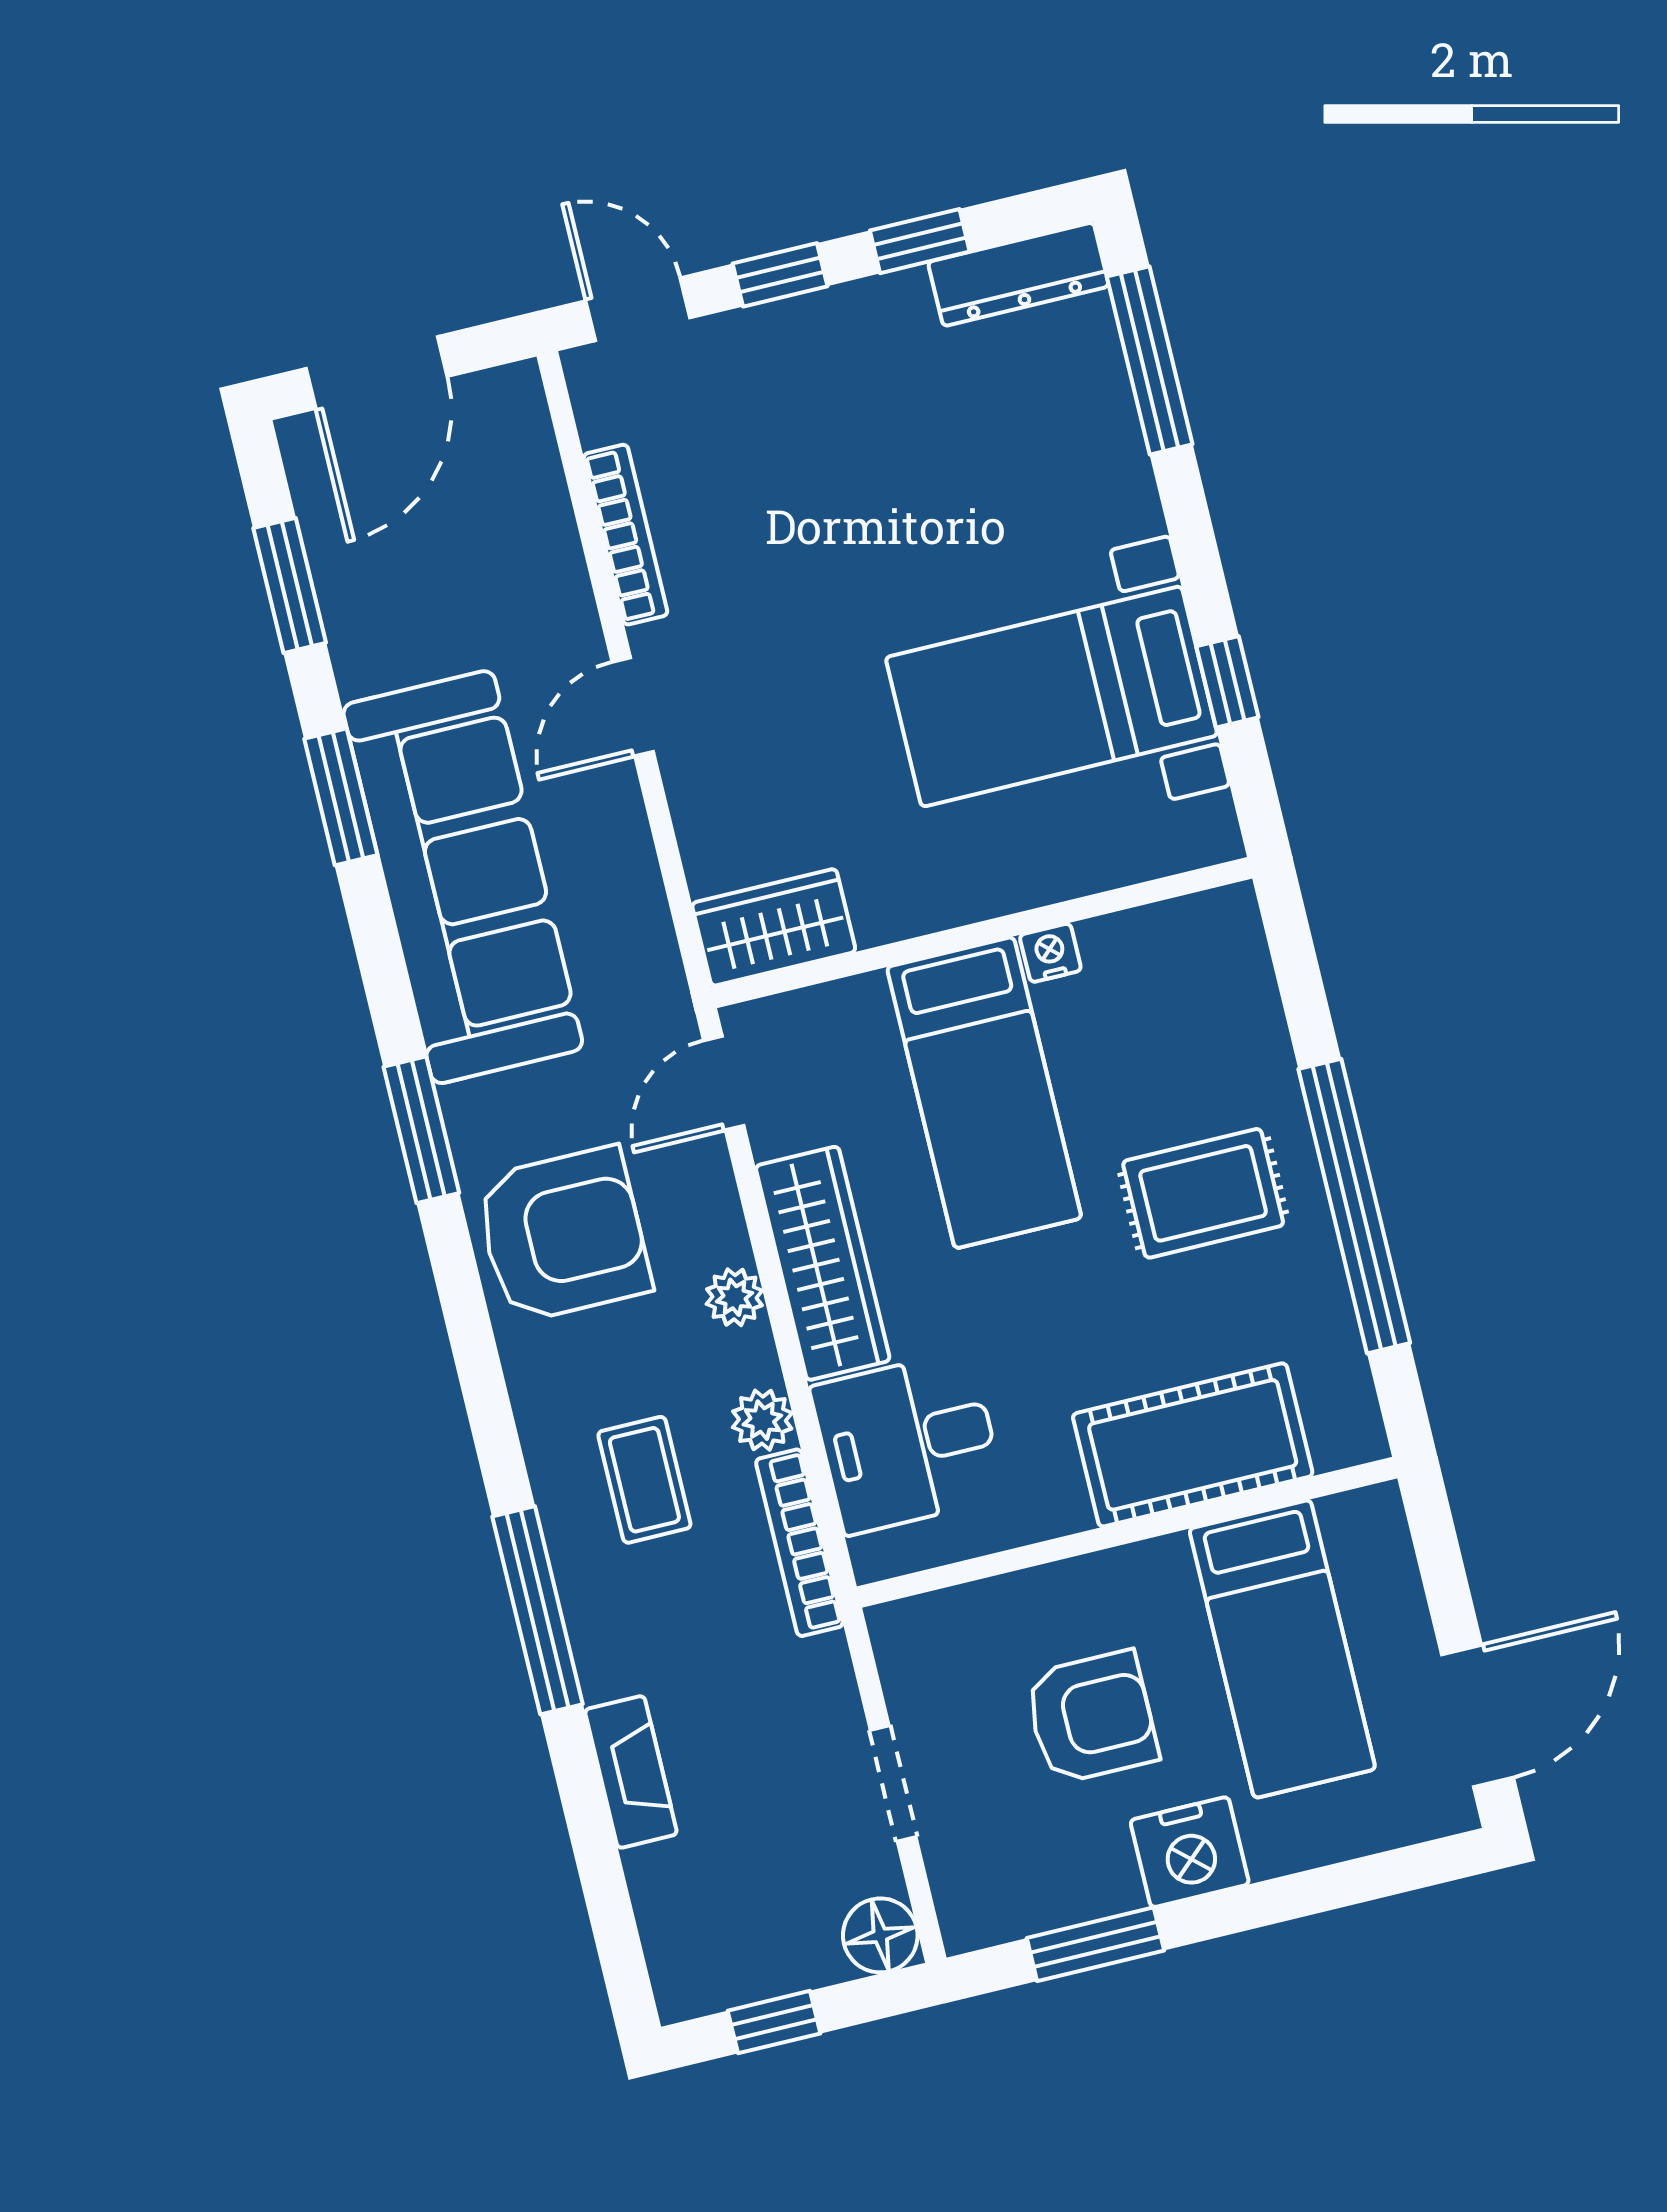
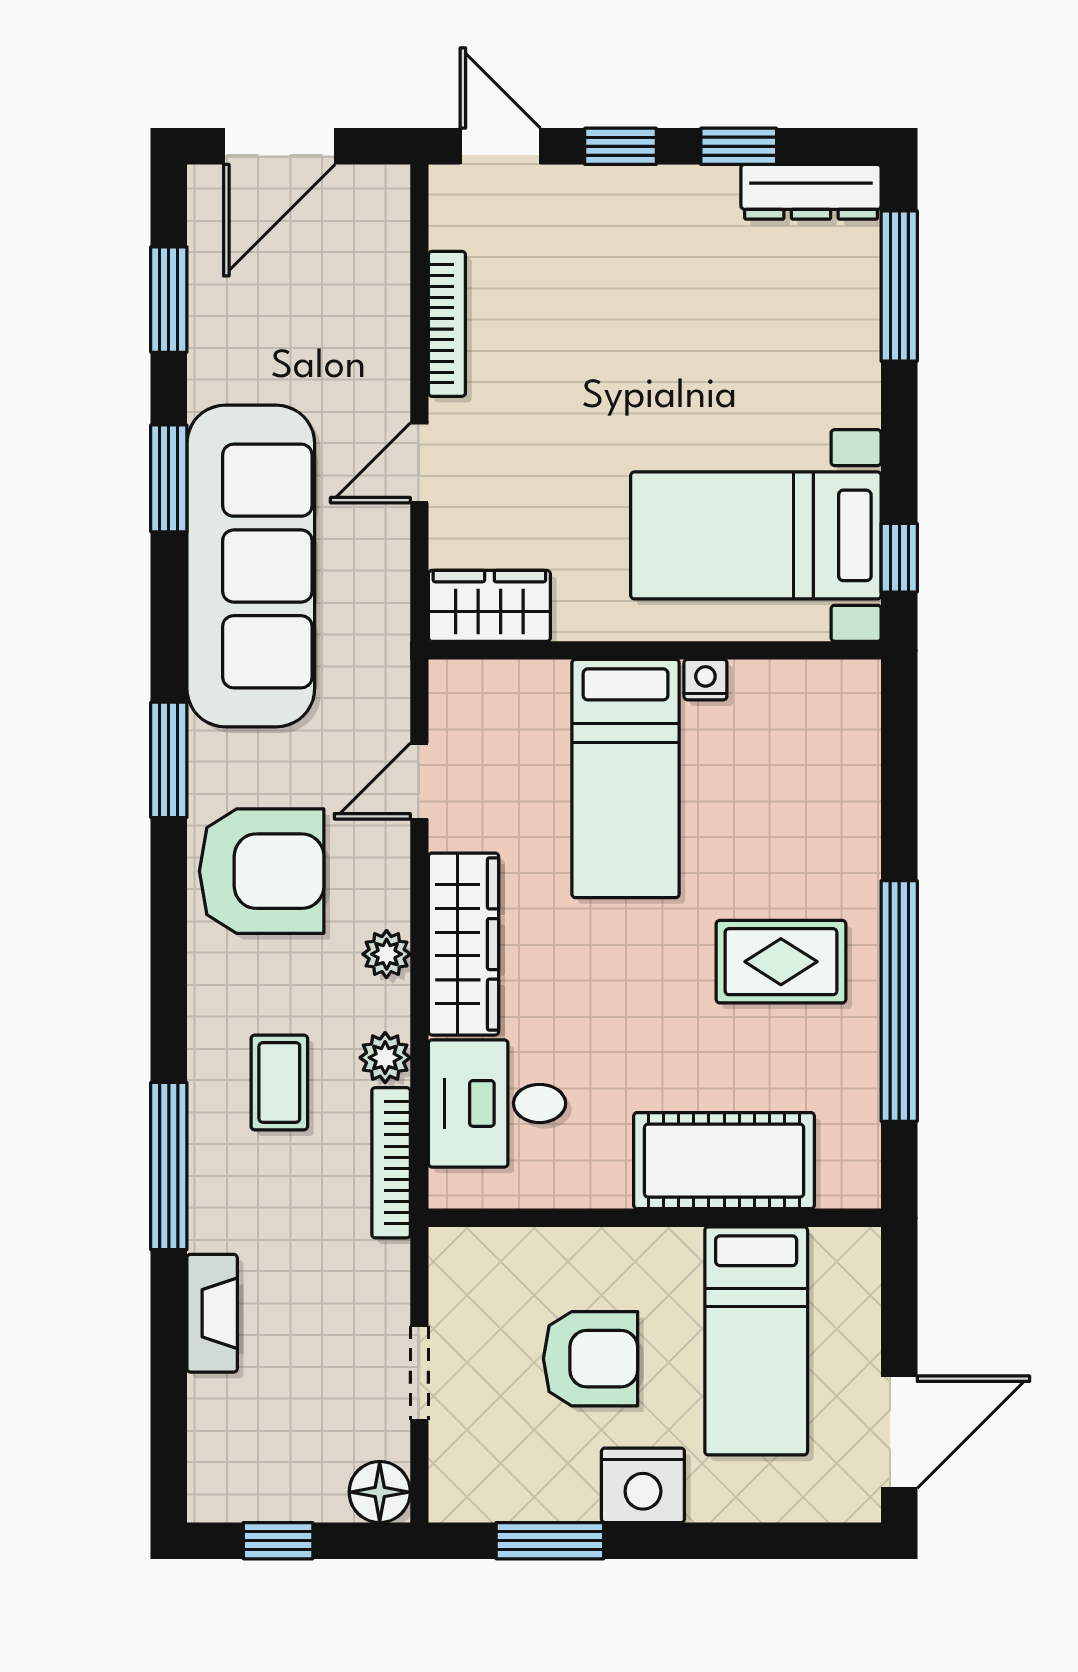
wardrobe: (774, 927) -> (489, 606), moved
wall: (982, 933) -> (655, 650), moved
nightstand: (1050, 953) -> (705, 680), moved
bed: (984, 1093) -> (626, 779), moved

